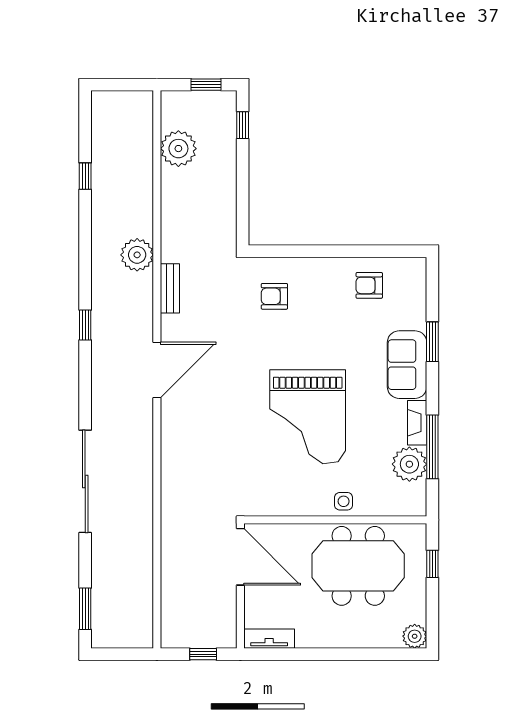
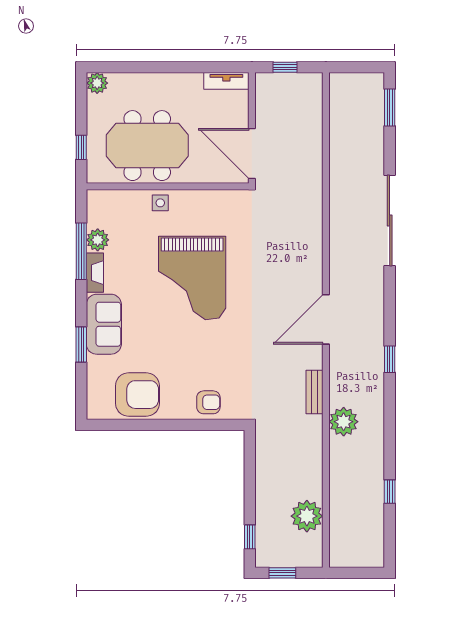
armchair: (369, 285) -> (137, 395), width x1.88, depth x1.88
armchair: (274, 296) -> (208, 402), moved
grand piano: (308, 417) -> (192, 278), turned 180
plant: (409, 464) -> (98, 240), width x0.73, depth x0.73

